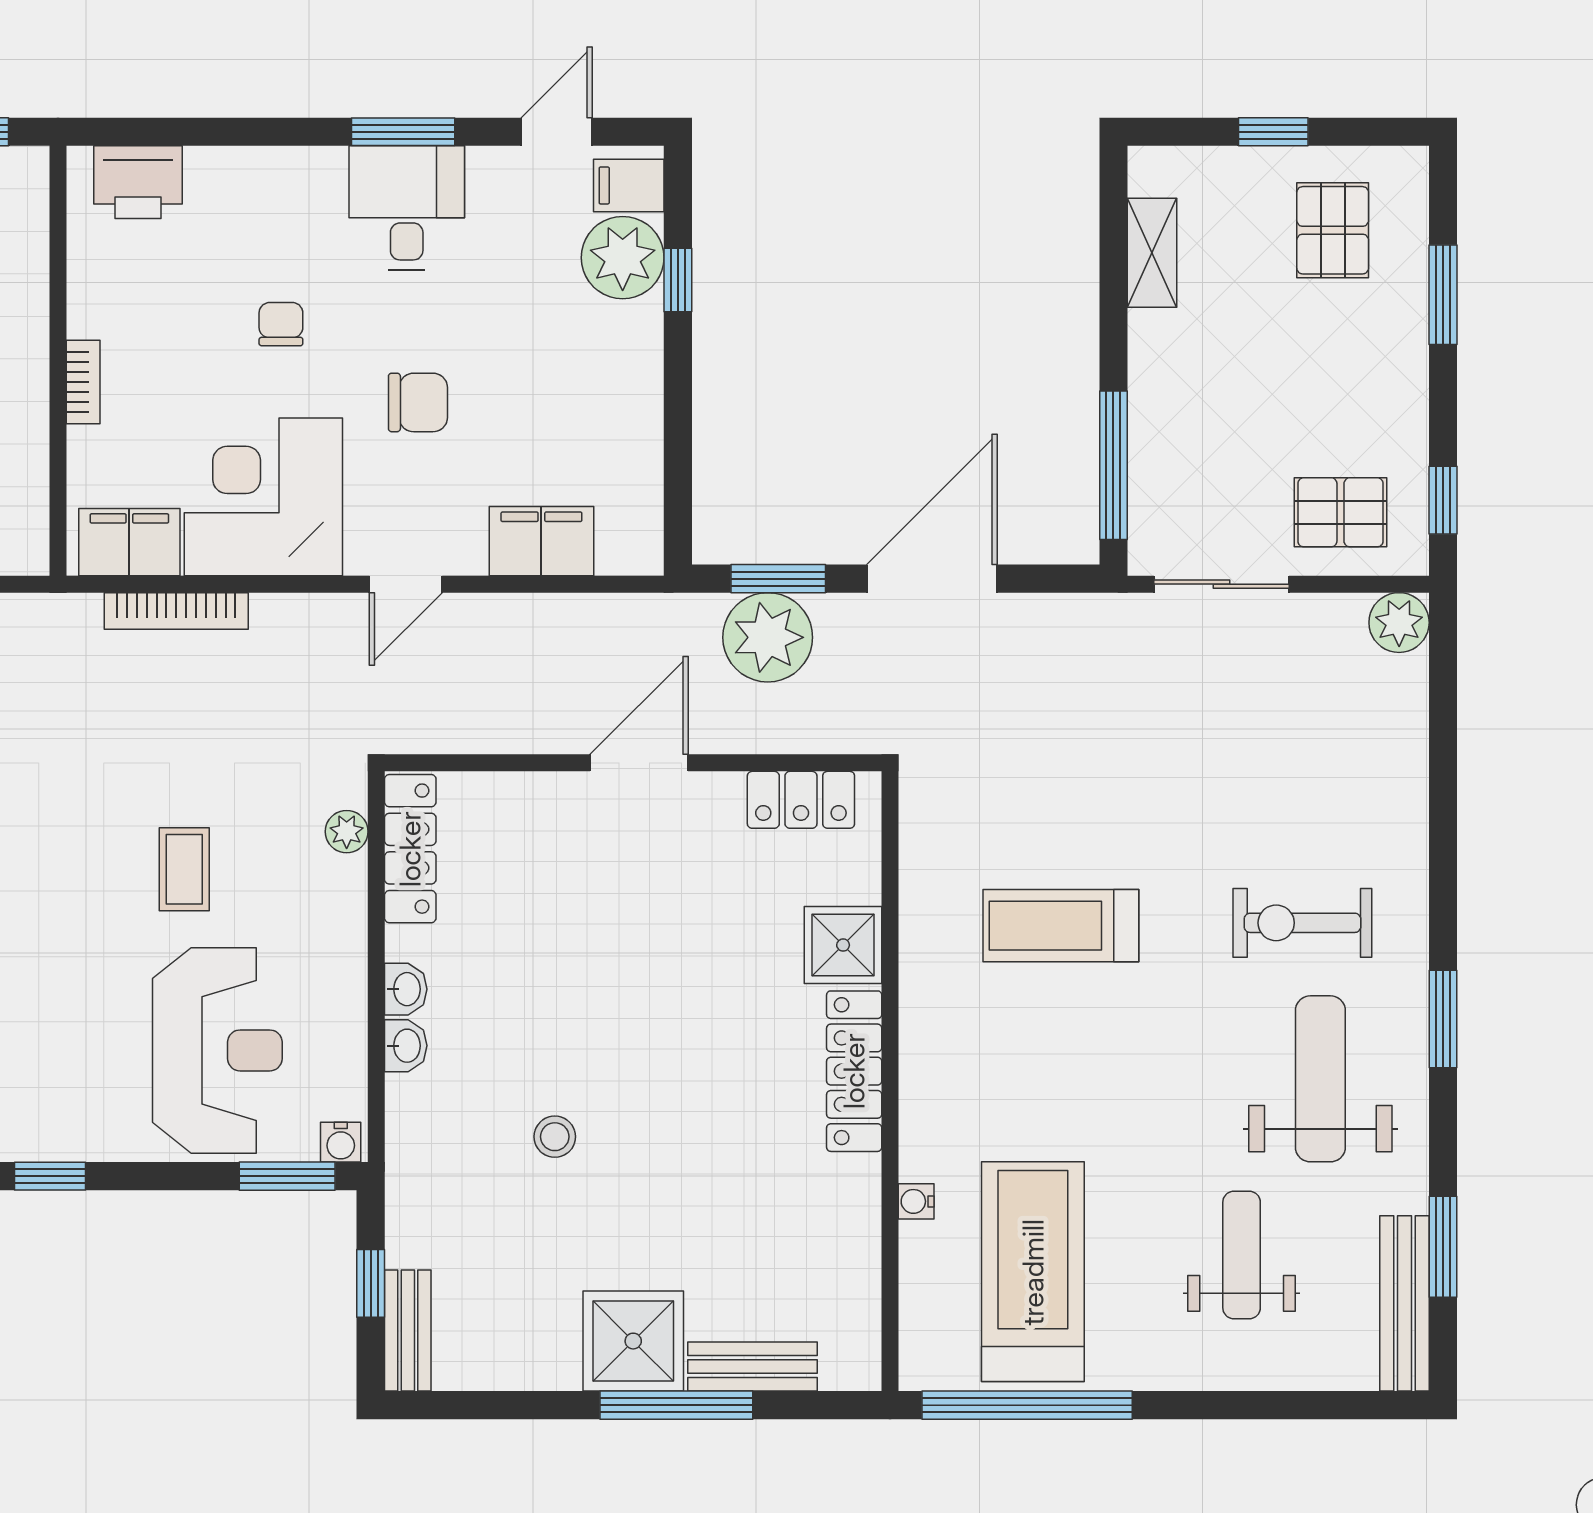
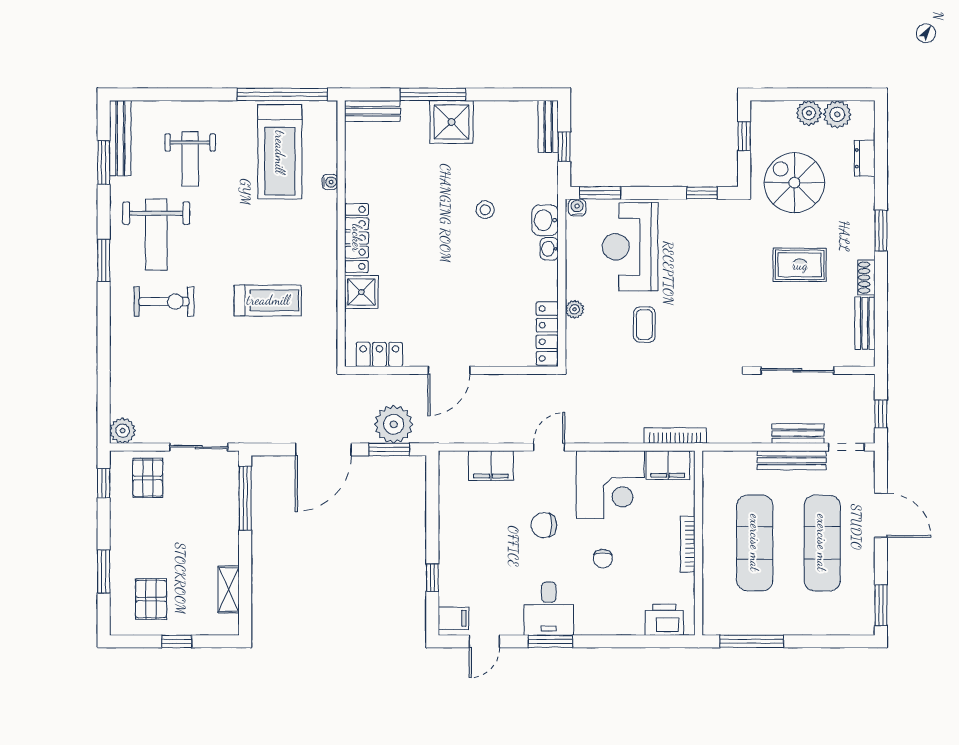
plant: (623, 258) -> (456, 587), removed
bookcase: (83, 382) -> (688, 544), width x1.56
pallet: (1340, 512) -> (148, 478), turned 90
bookcase: (176, 611) -> (675, 436), moved
plant: (347, 832) -> (575, 309), moved
washbasin: (406, 989) -> (545, 220), moved, width x1.38, depth x1.45
bench: (753, 1366) -> (373, 111), moved

